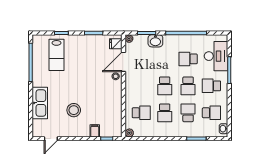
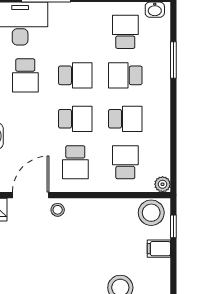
door: (124, 62) -> (31, 195), swing flipped
school desk: (211, 86) -> (75, 162), moved
stool: (114, 127) -> (151, 213), added

